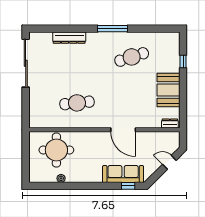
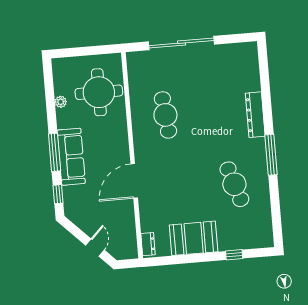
dresser: (69, 38) -> (255, 115), moved
sliding door: (26, 63) -> (181, 43), moved
sofa: (123, 174) -> (71, 157), moved
window: (97, 186) -> (55, 152), added

